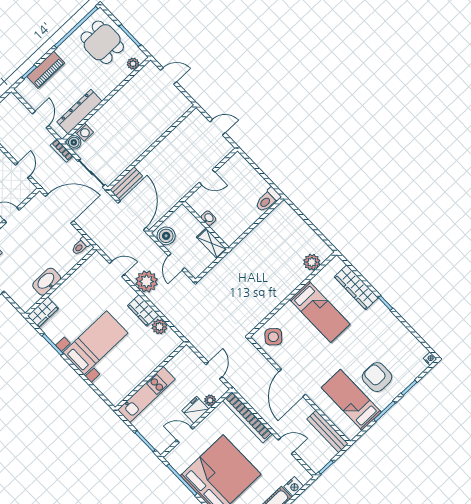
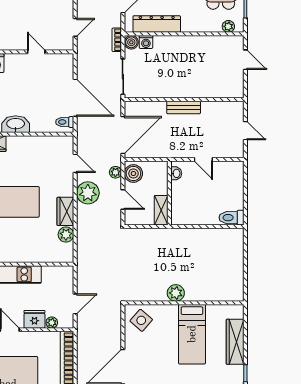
bench: (126, 183) -> (184, 108), moved
door: (59, 209) -> (75, 98), moved
washbasin: (208, 218) -> (176, 173), moved
plant: (152, 247) -> (115, 172), added
door: (177, 262) -> (123, 199), swing flipped
plant: (312, 262) -> (176, 293), moved

